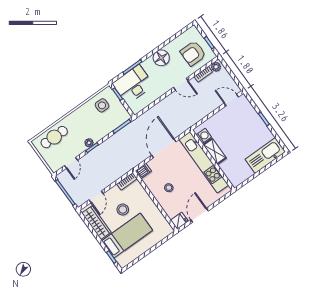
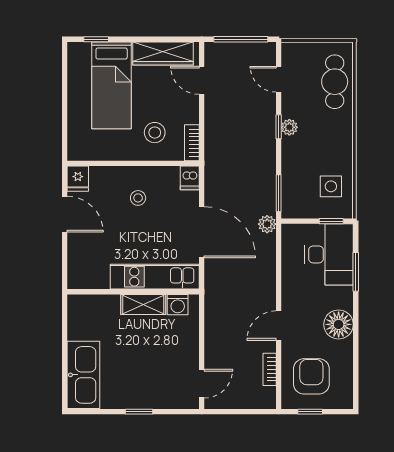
plant: (216, 67) -> (267, 224), moved
kitchen unit: (204, 162) -> (155, 277), width x0.73
stool: (123, 210) -> (155, 133), moved

